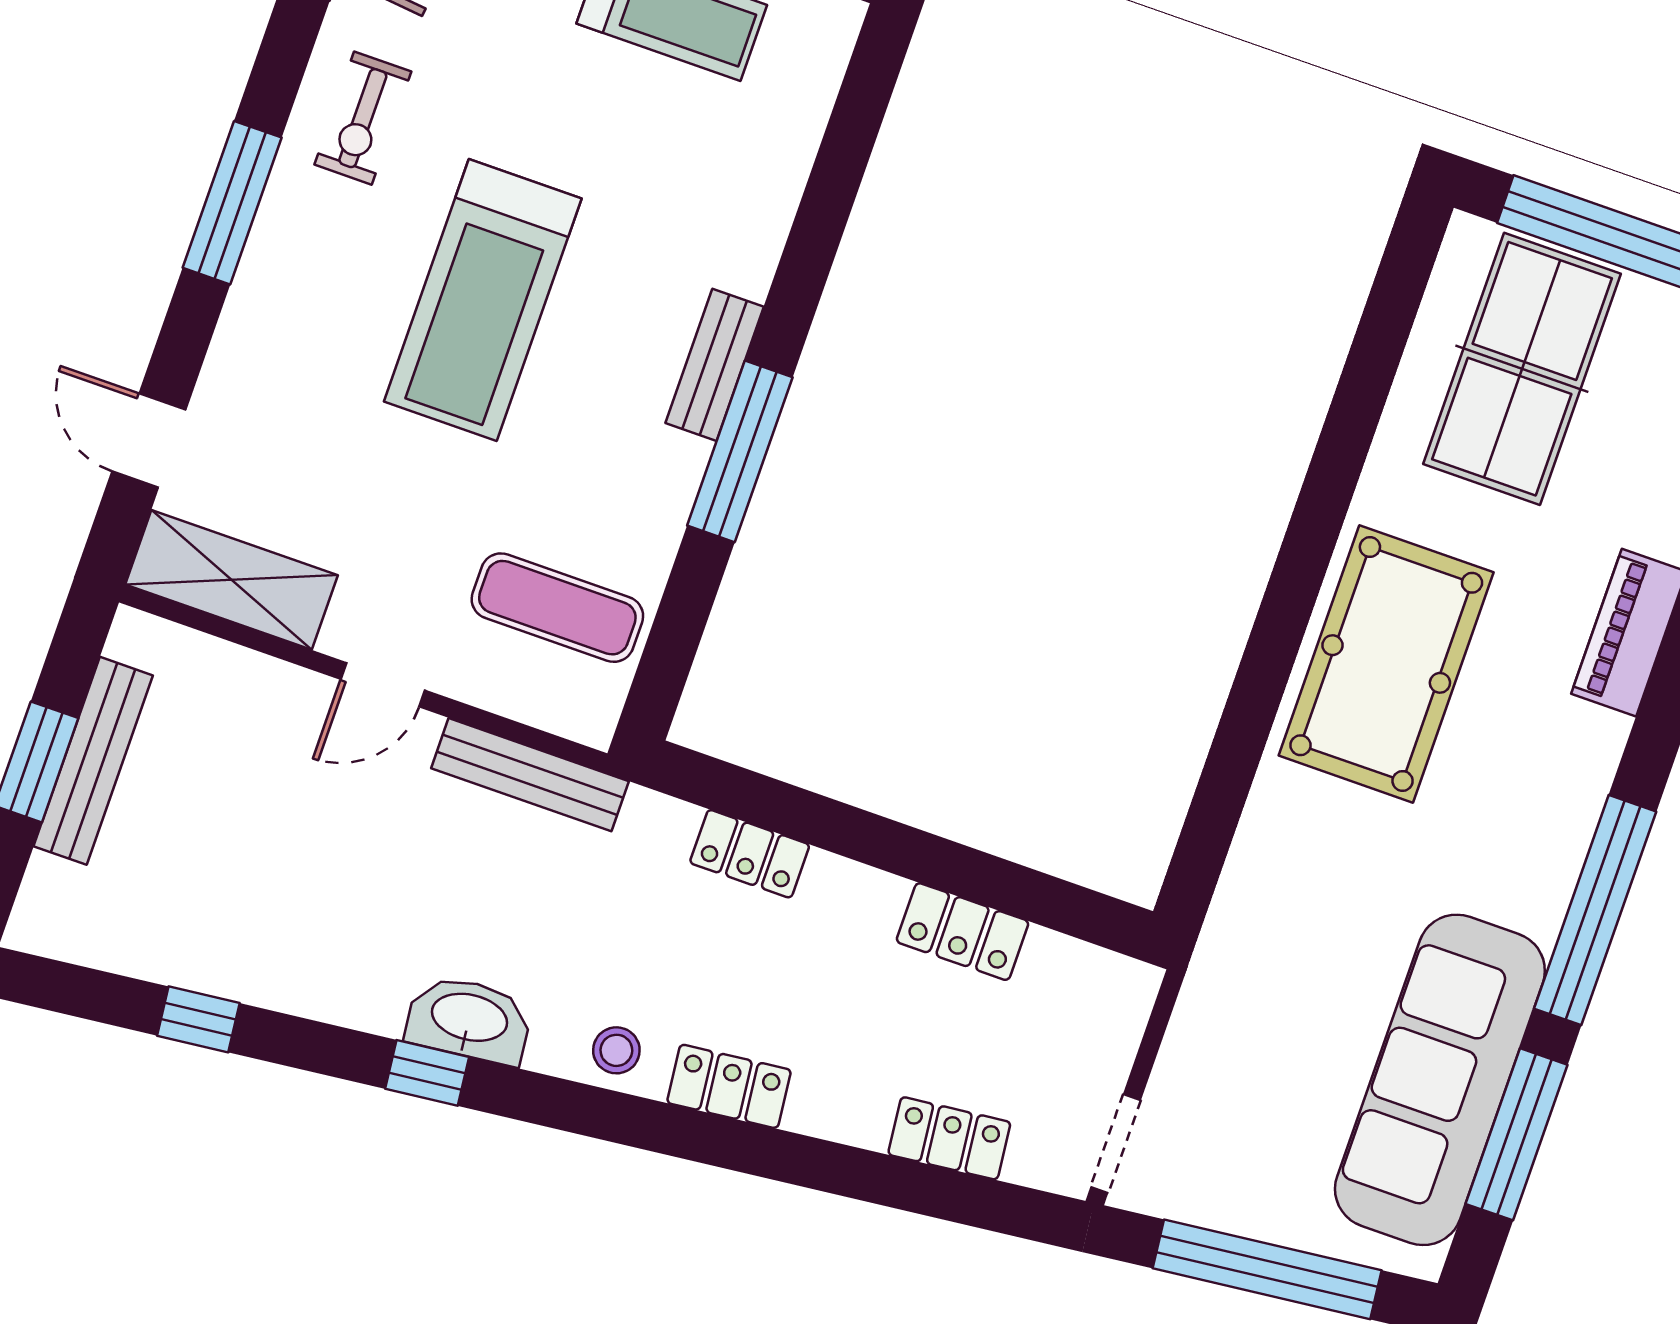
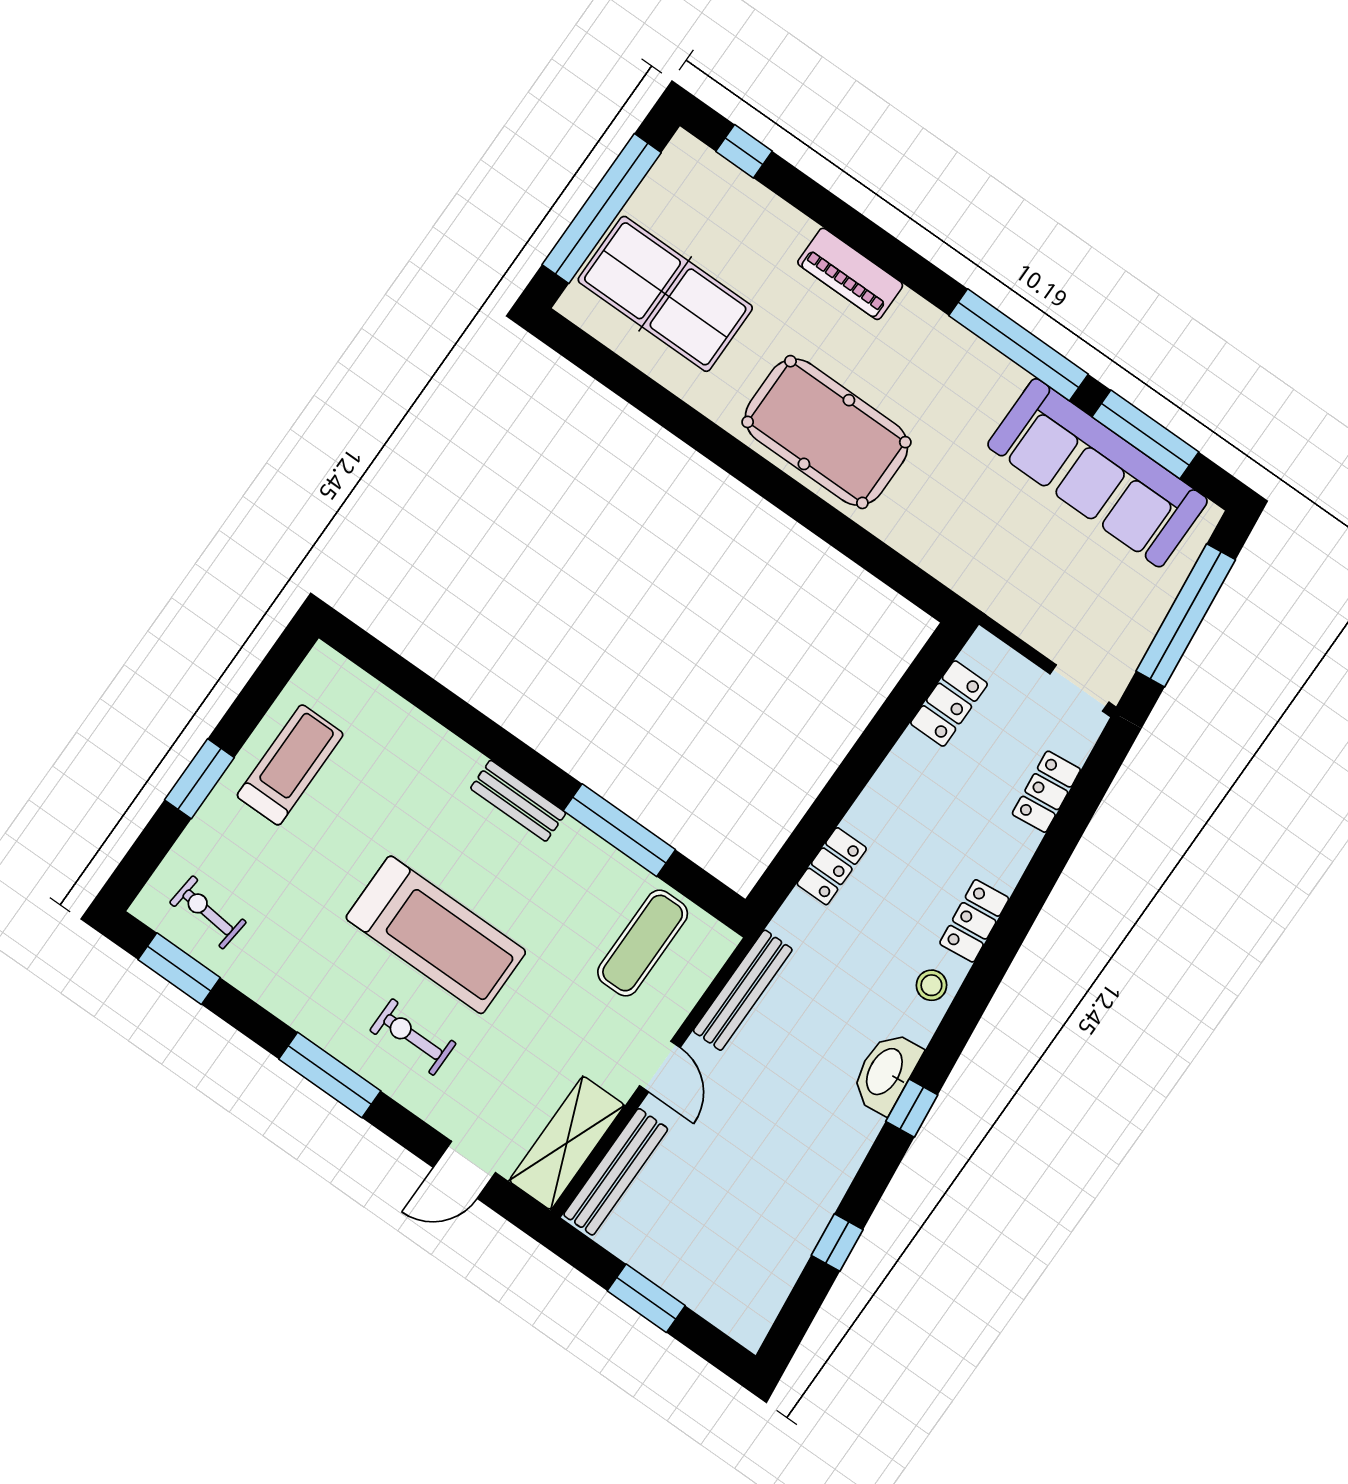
exercise bike: (363, 118) -> (413, 1037), moved, turned 180
window: (740, 451) -> (619, 830), moved
bench: (93, 761) -> (616, 1172), moved, turned 90
locker: (963, 932) -> (949, 704), moved

